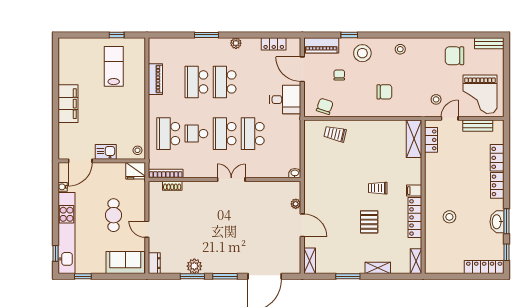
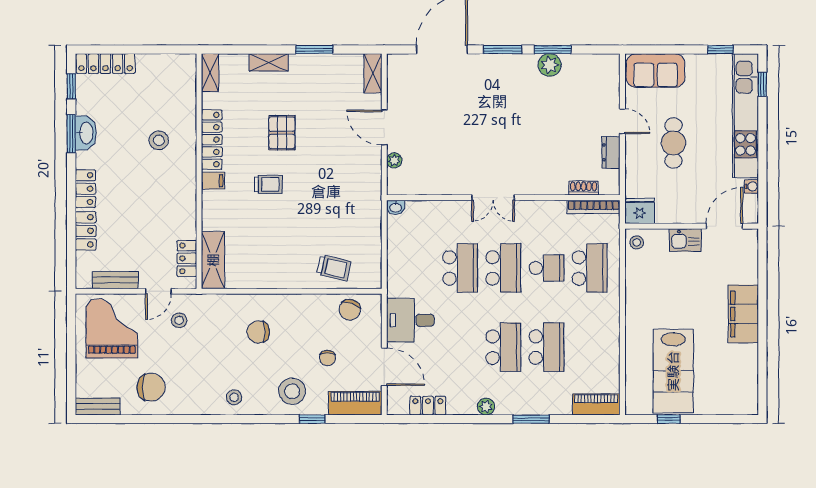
lab bench: (114, 66) -> (673, 371), width x1.36, depth x1.39
piano: (155, 79) -> (596, 404), moved, turned 90
dresser: (154, 263) -> (611, 152), moved

